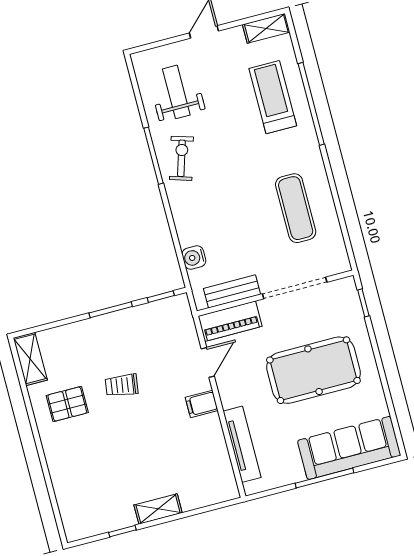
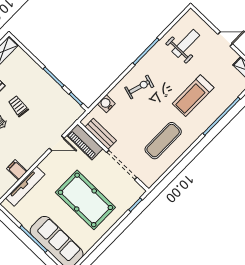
treadmill: (273, 97) -> (193, 96), moved, turned 180
exercise bike: (181, 158) -> (139, 87), moved
filing cabinet: (202, 404) -> (17, 170), moved

